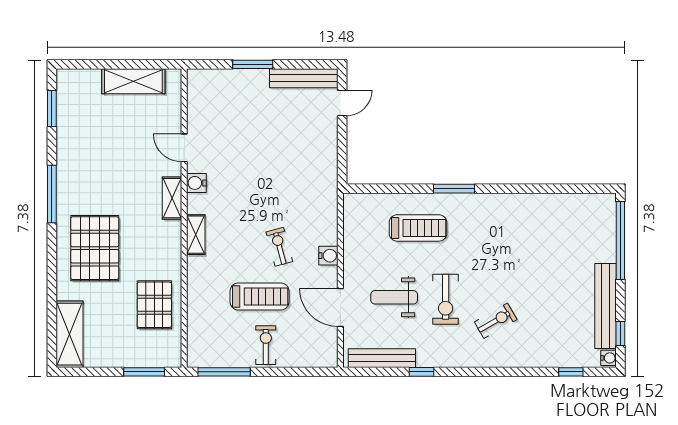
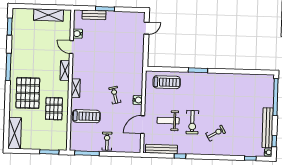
bench: (304, 78) -> (94, 15), moved, width x0.73
water cooler: (196, 183) -> (78, 34), moved
treadmill: (418, 228) -> (167, 82), moved
treadmill: (260, 296) -> (86, 116), moved
pallet: (154, 305) -> (54, 109), moved
door: (340, 308) -> (143, 125), hinge flipped

